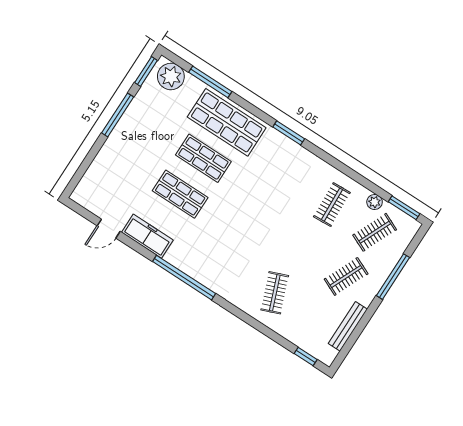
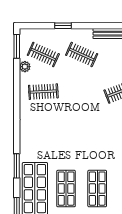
window: (289, 133) -> (17, 166), moved
window: (393, 277) -> (63, 26), width x0.46

